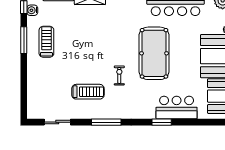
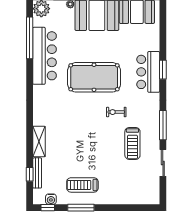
treadmill: (88, 92) -> (132, 143), turned 180
bar counter: (177, 107) -> (148, 72), moved
sliding door: (57, 122) -> (163, 163), moved

